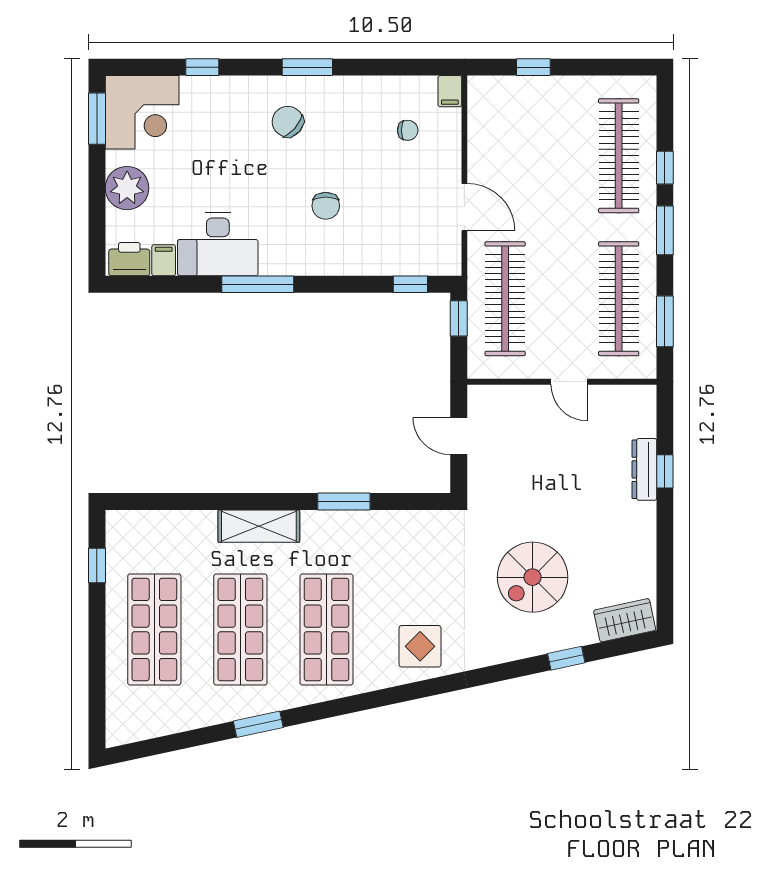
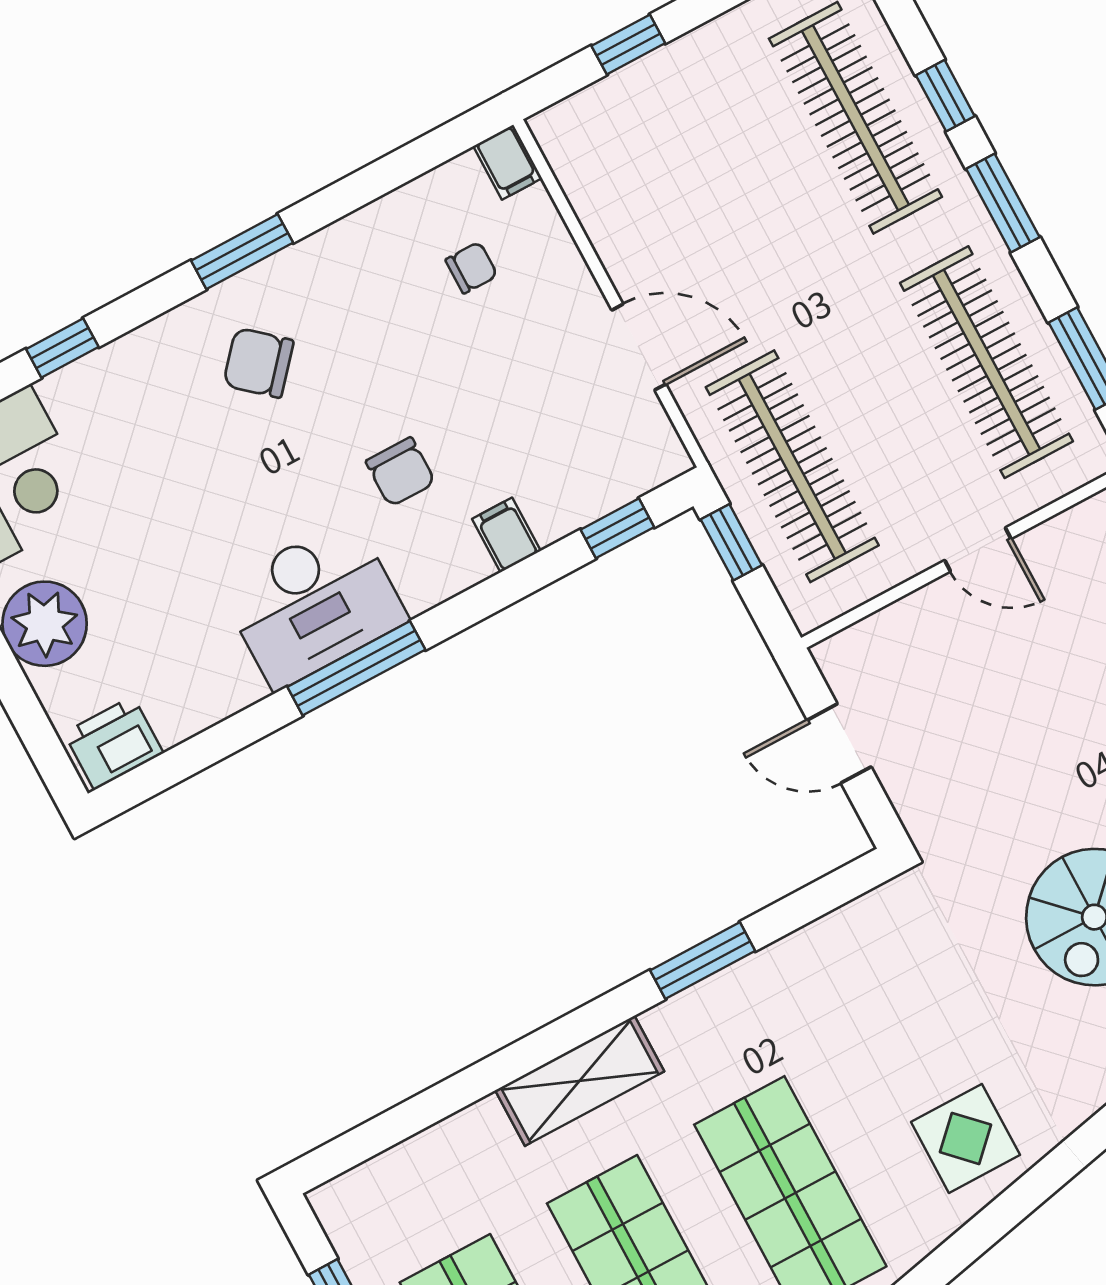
desk: (218, 244) -> (314, 603), moved
filing cabinet: (164, 260) -> (506, 535), moved

